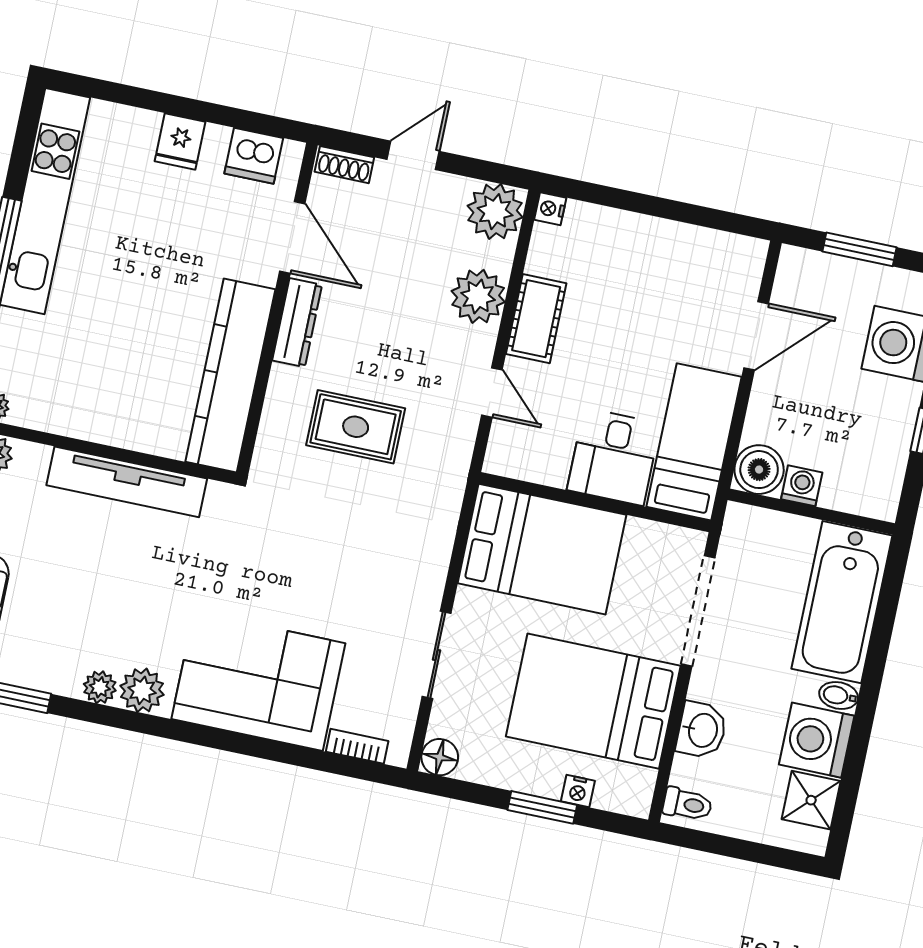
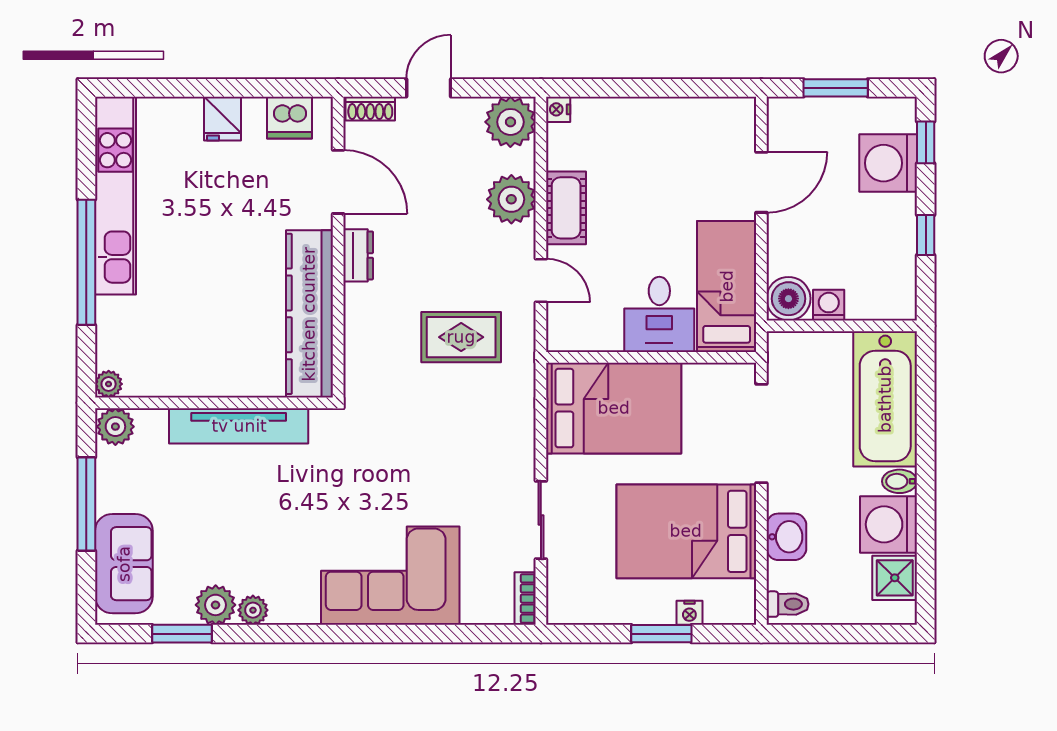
dresser: (297, 323) -> (358, 255), width x0.70
rug: (356, 427) -> (461, 337), moved
plant: (142, 690) -> (216, 605), moved
bookcase: (357, 746) -> (525, 599), moved, turned -90
floor lamp: (440, 757) -> (563, 609), removed

